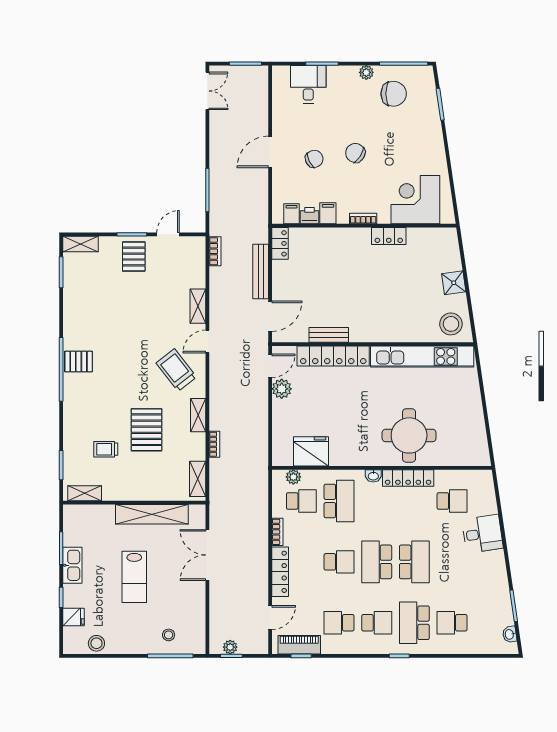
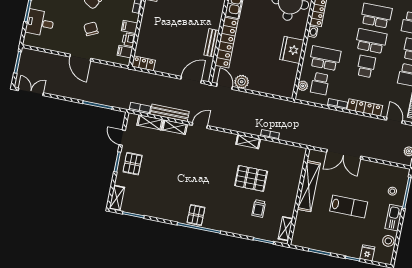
pallet: (134, 257) -> (133, 164), turned 90
bench: (261, 271) -> (170, 113), moved
door: (270, 316) -> (191, 80), hinge flipped
door: (207, 342) -> (200, 125), swing flipped
trolley: (176, 370) -> (215, 150), removed
fridge: (311, 451) -> (292, 50), moved
shelving: (198, 479) -> (150, 122), moved
school desk: (301, 501) -> (320, 84), turned 180
school desk: (377, 562) -> (371, 41), turned 180
kitchen sink: (72, 565) -> (394, 218), moved, turned -90

